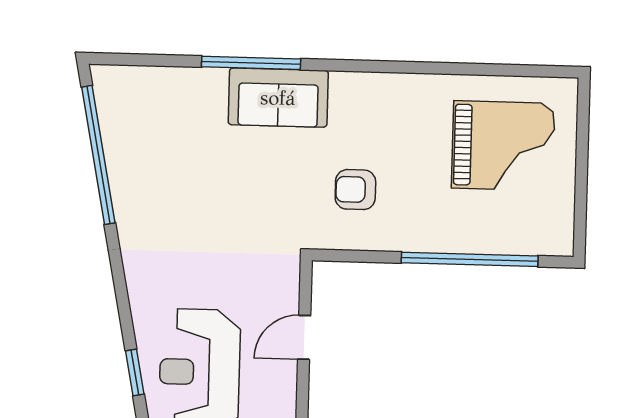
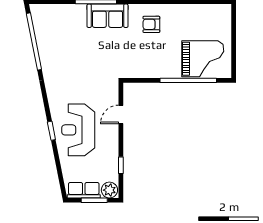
grand piano: (503, 146) -> (203, 59), moved
armchair: (355, 190) -> (151, 24), moved

